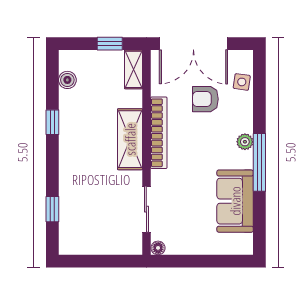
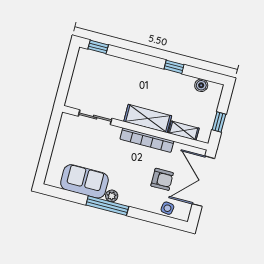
shelving: (133, 69) -> (184, 131), moved
armchair: (205, 99) -> (162, 179), turned 90
plant: (245, 142) -> (112, 196), moved
window: (52, 209) -> (98, 47), moved
floor lamp: (158, 248) -> (66, 118), removed

